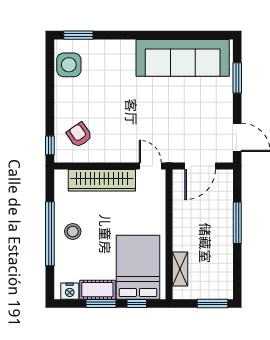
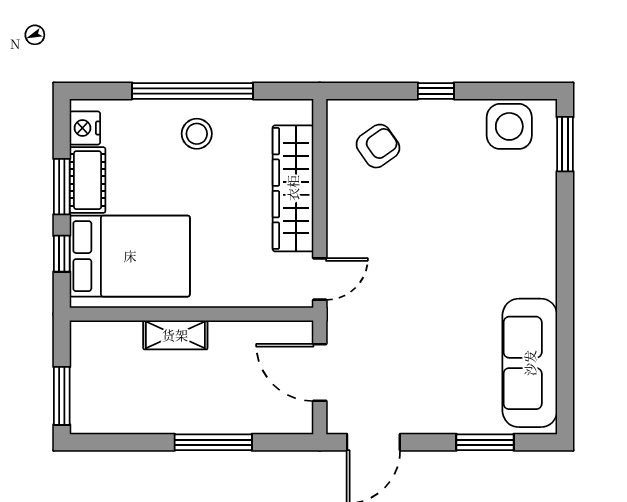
sofa: (183, 58) -> (530, 363), width x0.74, depth x0.79
window: (50, 145) -> (436, 91), moved
shelving: (180, 269) -> (175, 335), moved

